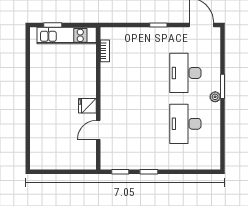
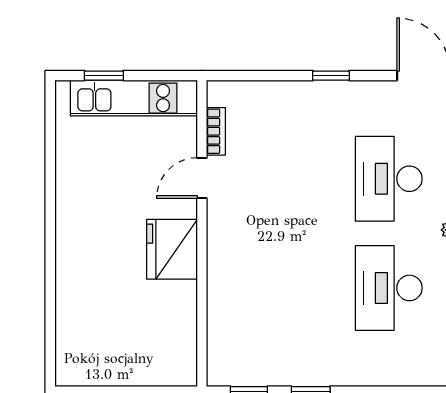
fridge: (87, 106) -> (172, 249), width x1.88, depth x1.34
door: (98, 130) -> (202, 178), moved

